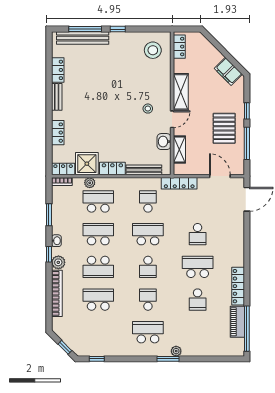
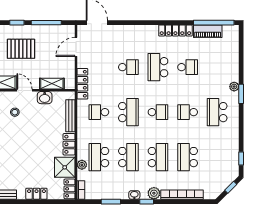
pallet: (224, 128) -> (21, 49), moved
school desk: (98, 234) -> (128, 157), turned 180
school desk: (148, 234) -> (128, 112), turned 180

